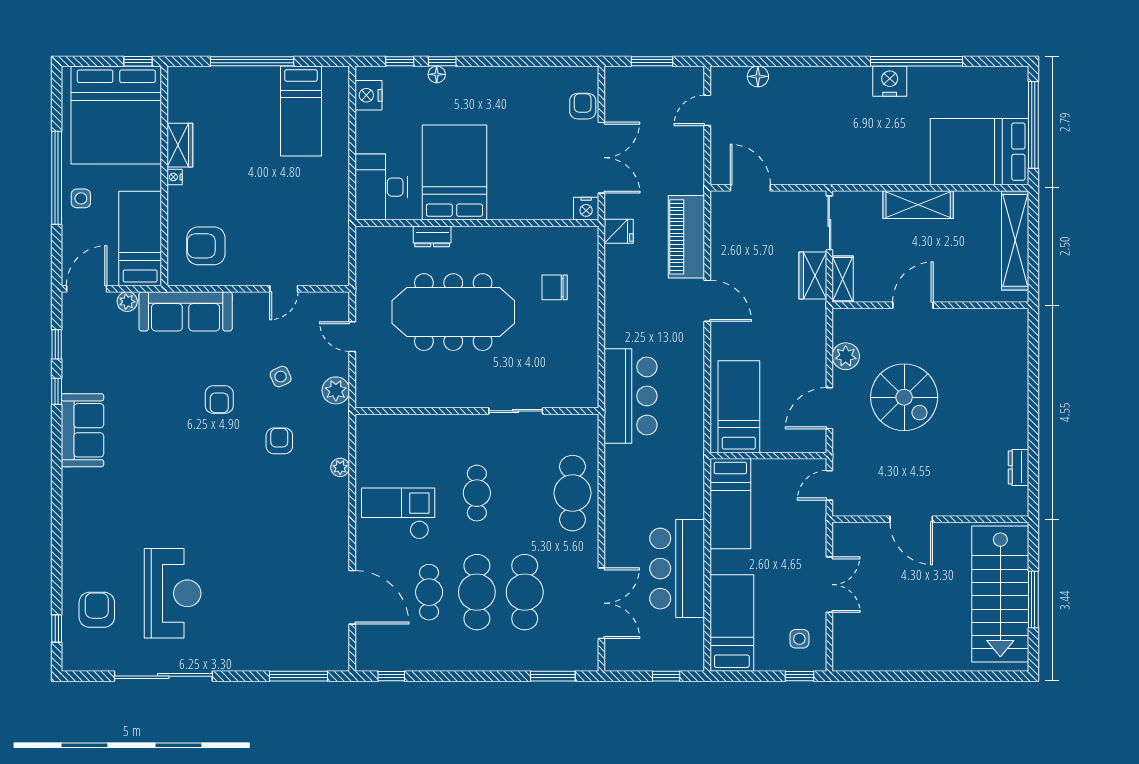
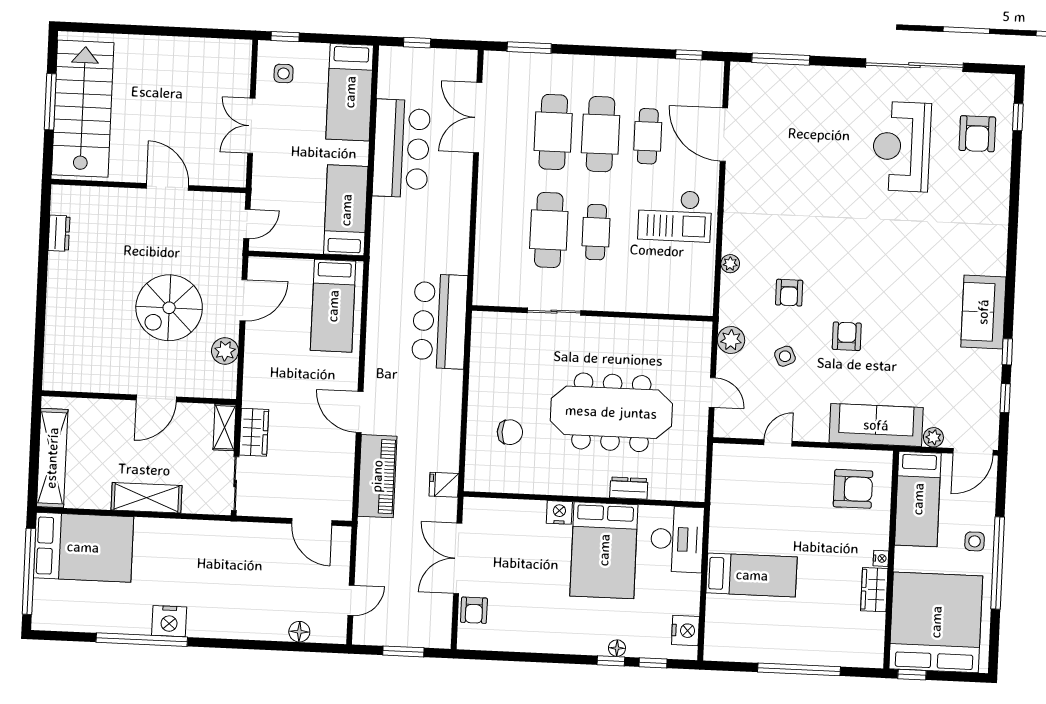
bed: (301, 111) -> (752, 575), moved, turned 90
nightstand: (586, 209) -> (559, 512), moved
spiral stairs: (904, 397) -> (169, 308), turned -90
cafe table: (572, 493) -> (549, 230), moved

